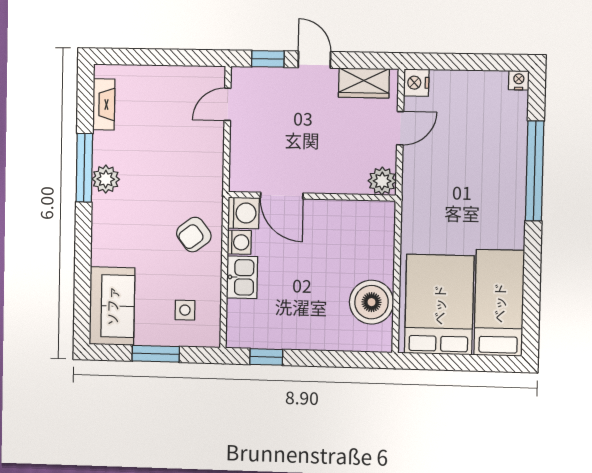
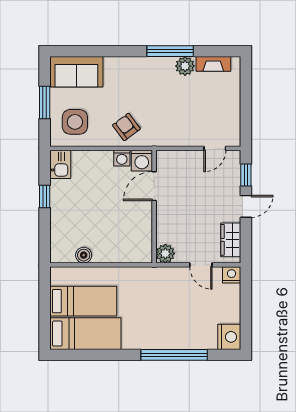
nightstand: (519, 80) -> (229, 337), width x1.89, depth x1.79
door: (228, 104) -> (215, 148), swing flipped
plant: (106, 179) -> (185, 66), moved
kitchen sink: (242, 277) -> (60, 164), moved, turned -90
boiler: (371, 302) -> (84, 255), width x0.54, depth x0.54
bed: (439, 305) -> (83, 301), width x0.67
side table: (185, 310) -> (75, 122), width x1.87, depth x1.87
window: (266, 357) -> (45, 197), moved

